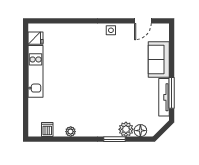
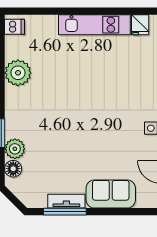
tv unit: (164, 97) -> (66, 201), width x0.71
dishwasher: (47, 130) -> (15, 27), moved
plant: (71, 132) -> (18, 73), width x1.88, depth x1.88

